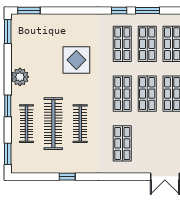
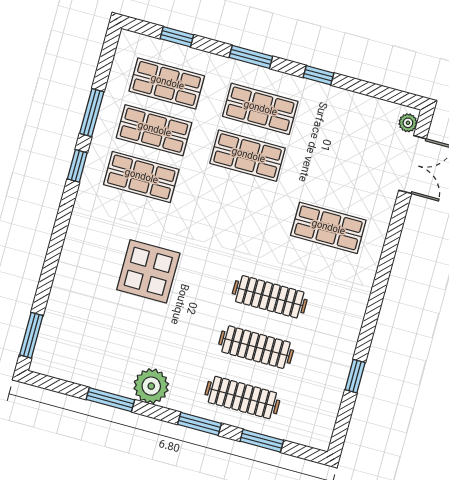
window: (8, 32) -> (110, 400), moved
shop shelf: (122, 94) -> (235, 202), removed
clothes rail: (53, 124) -> (256, 347), width x0.73, depth x0.76
window: (8, 154) -> (262, 441), moved
window: (67, 177) -> (355, 376), moved

